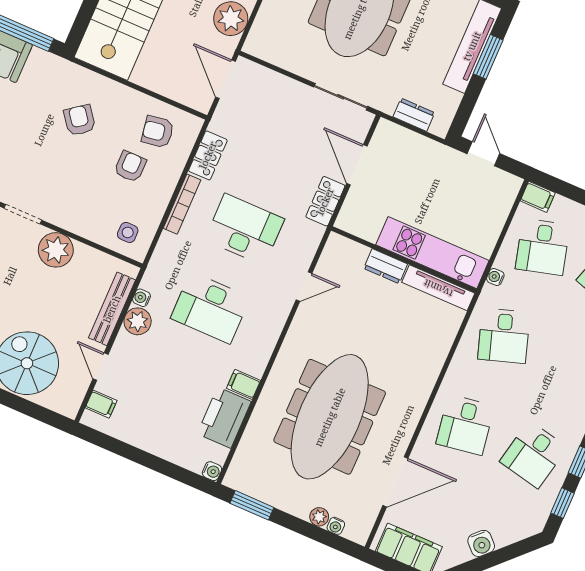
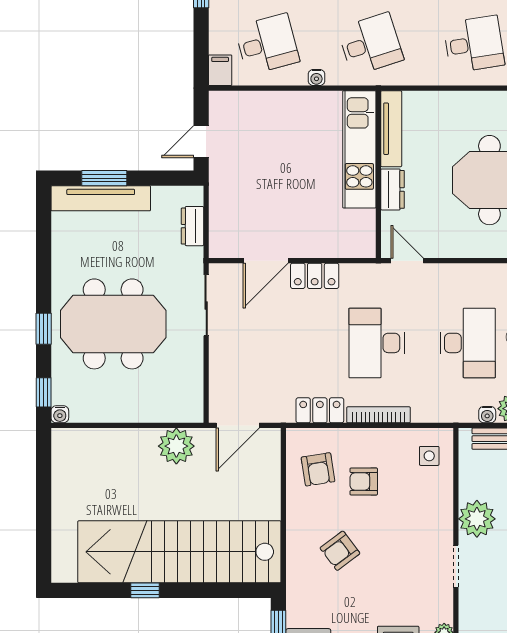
kitchen unit: (432, 253) -> (359, 149), moved
wall: (404, 260) -> (378, 174), moved
dresser: (386, 266) -> (393, 189), moved
tv unit: (438, 288) -> (391, 129), moved

